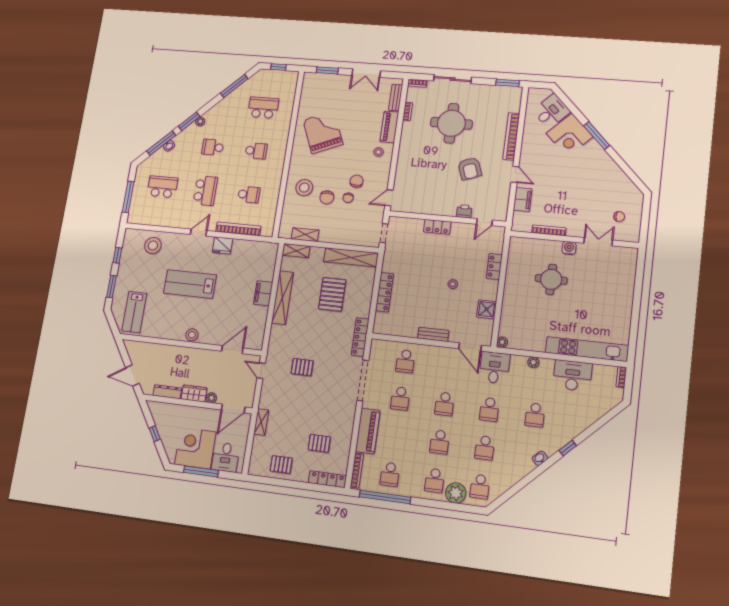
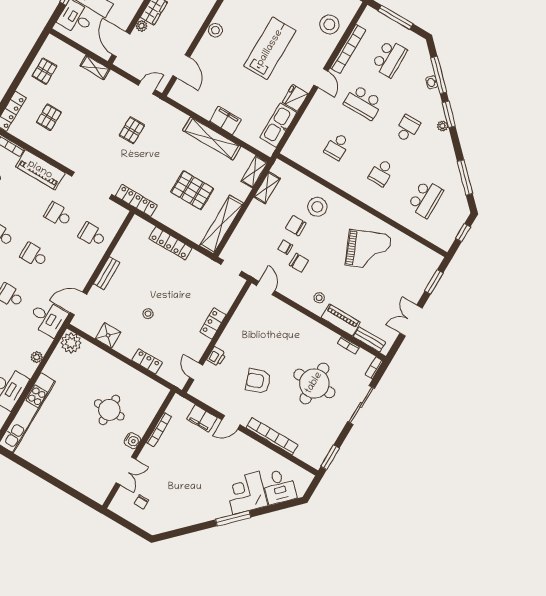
bookcase: (238, 229) -> (348, 49), moved
kitchen sink: (250, 249) -> (278, 125), added
plant: (502, 342) -> (71, 343), width x1.88, depth x1.88

